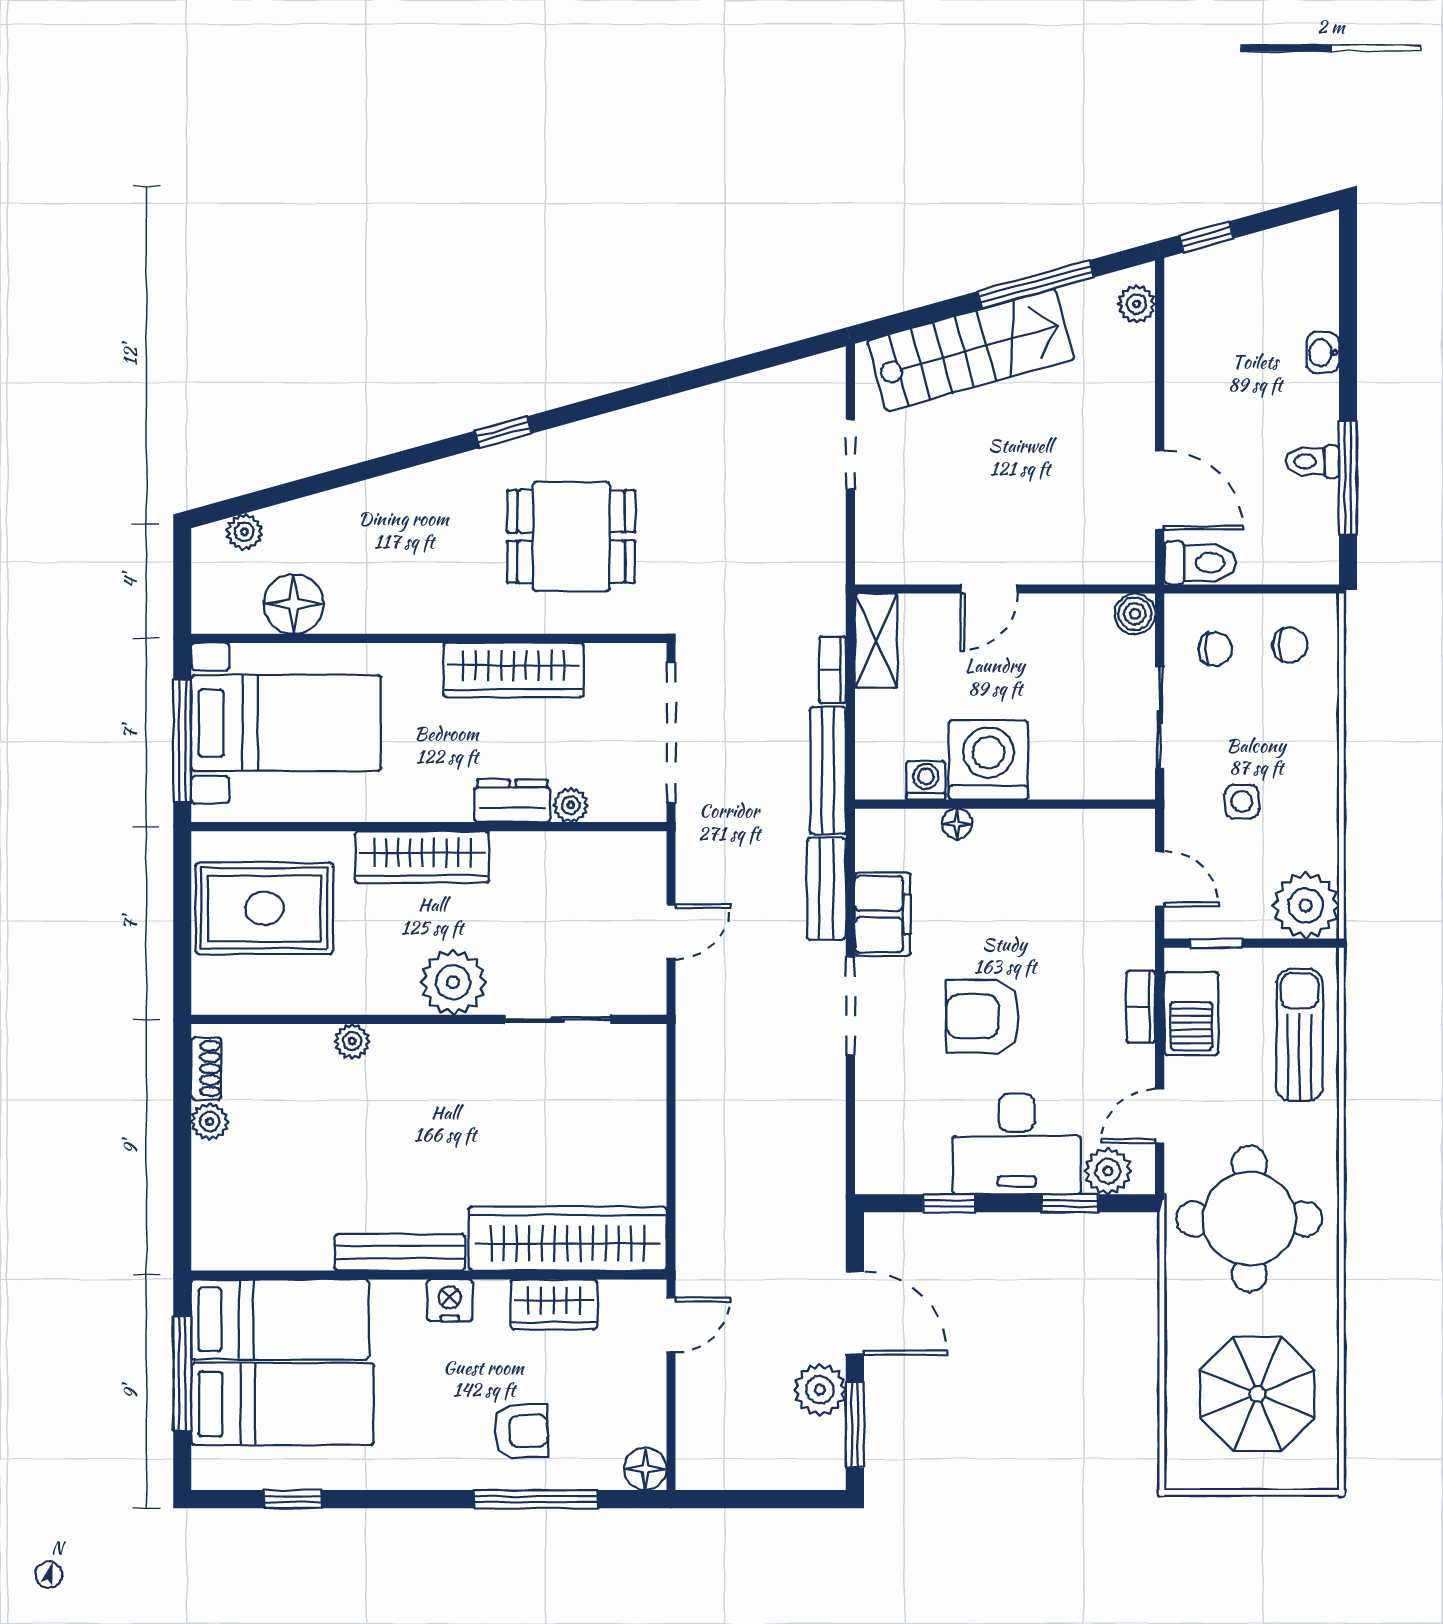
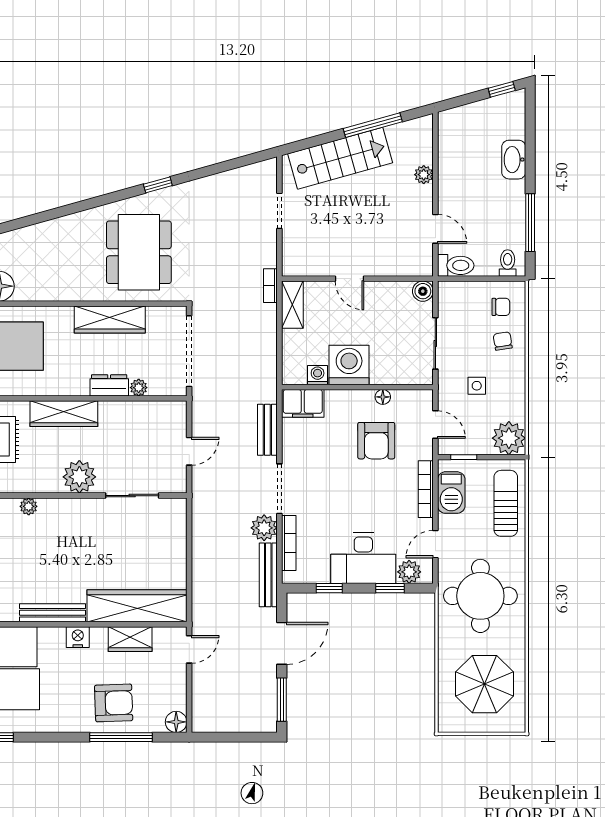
window: (1206, 237) -> (502, 89), moved
plant: (1137, 304) -> (424, 175), moved
washbasin: (1323, 353) -> (514, 160), width x1.91, depth x1.45
window: (503, 432) -> (158, 185), moved
toilet: (1312, 462) -> (508, 263), moved, turned 90
door: (1160, 490) -> (435, 229), width x0.73
dining table: (571, 537) -> (139, 252), width x1.37
door: (989, 589) -> (350, 279), hinge flipped
chair: (1215, 649) -> (503, 341), moved, turned -99
bookcase: (832, 670) -> (270, 286), moved
bench: (828, 771) -> (268, 575), moved
floor lamp: (957, 824) -> (383, 397), moved
filing cabinet: (883, 914) -> (303, 403), moved, turned 90
bookcase: (1141, 1007) -> (426, 489), width x1.56
armchair: (983, 1016) -> (376, 441), moved, turned -90
bookcase: (869, 1114) -> (289, 543), added
door: (855, 1313) -> (282, 643), hinge flipped
plant: (820, 1390) -> (264, 528), moved
armchair: (521, 1431) -> (114, 703), width x1.38, depth x1.38

